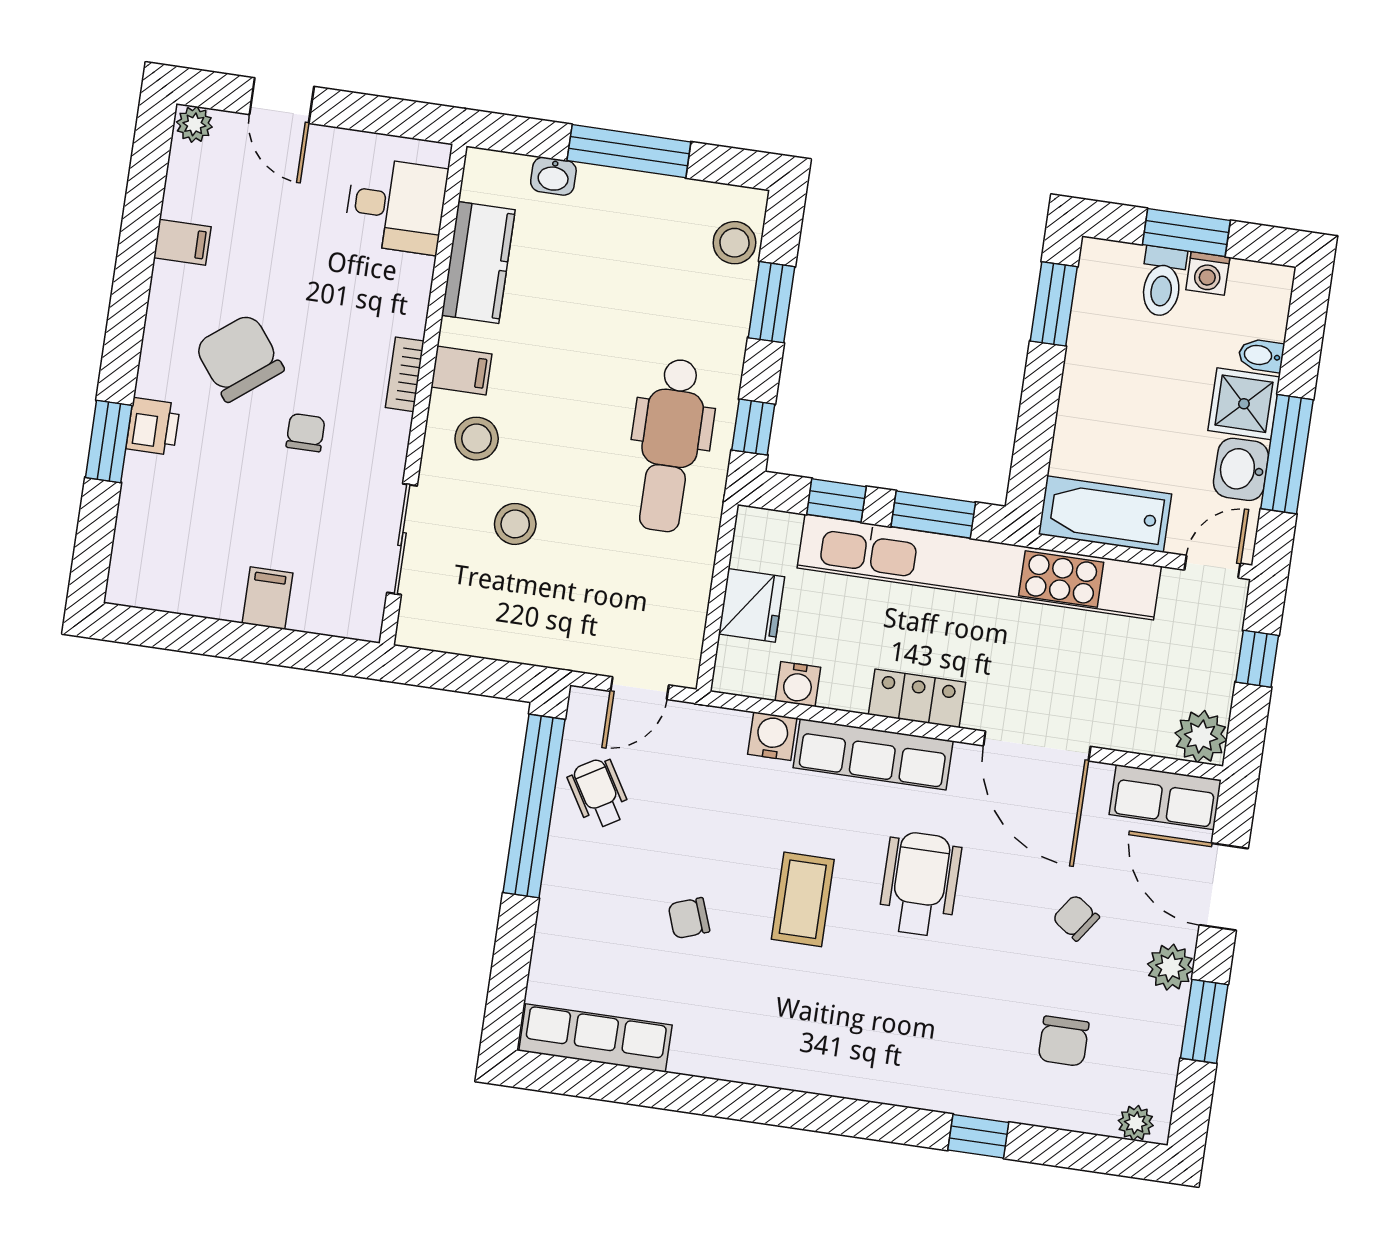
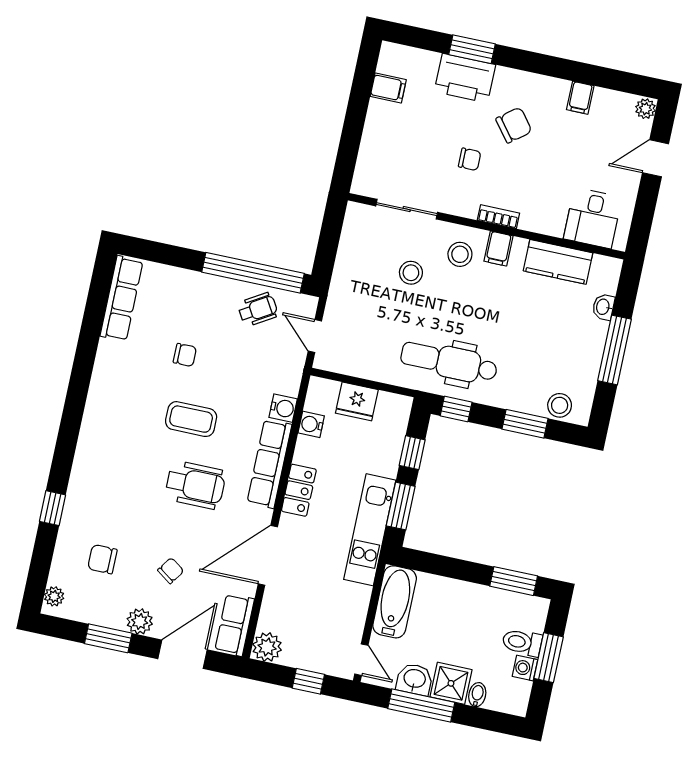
chair: (239, 358) -> (514, 125), width x0.73, depth x0.73
printer: (153, 426) -> (465, 78), width x1.87, depth x1.48
kitchen unit: (979, 567) -> (370, 530), width x0.54
filing cabinet: (267, 598) -> (388, 88), moved
chair: (689, 918) -> (185, 355), turned 110

